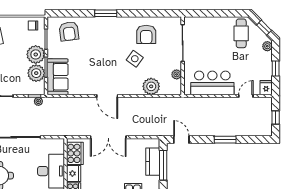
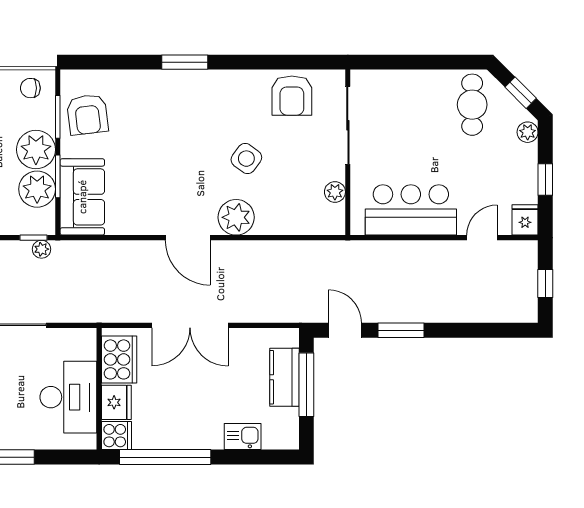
armchair: (69, 31) -> (87, 115), moved
armchair: (146, 34) -> (292, 96), moved
plant: (151, 86) -> (236, 217), moved
window: (225, 140) -> (401, 330), moved

